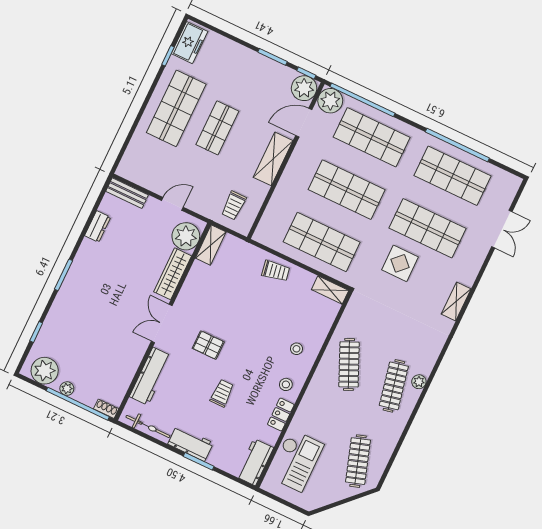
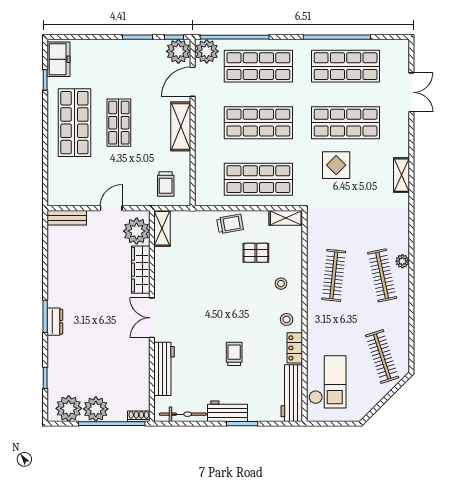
dresser: (98, 226) -> (55, 322), moved
pallet: (208, 345) -> (256, 253), moved
clothes rail: (349, 364) -> (334, 275), turned 30
plant: (67, 389) -> (96, 409), width x1.87, depth x1.87
workbench: (255, 462) -> (292, 393), width x1.38

